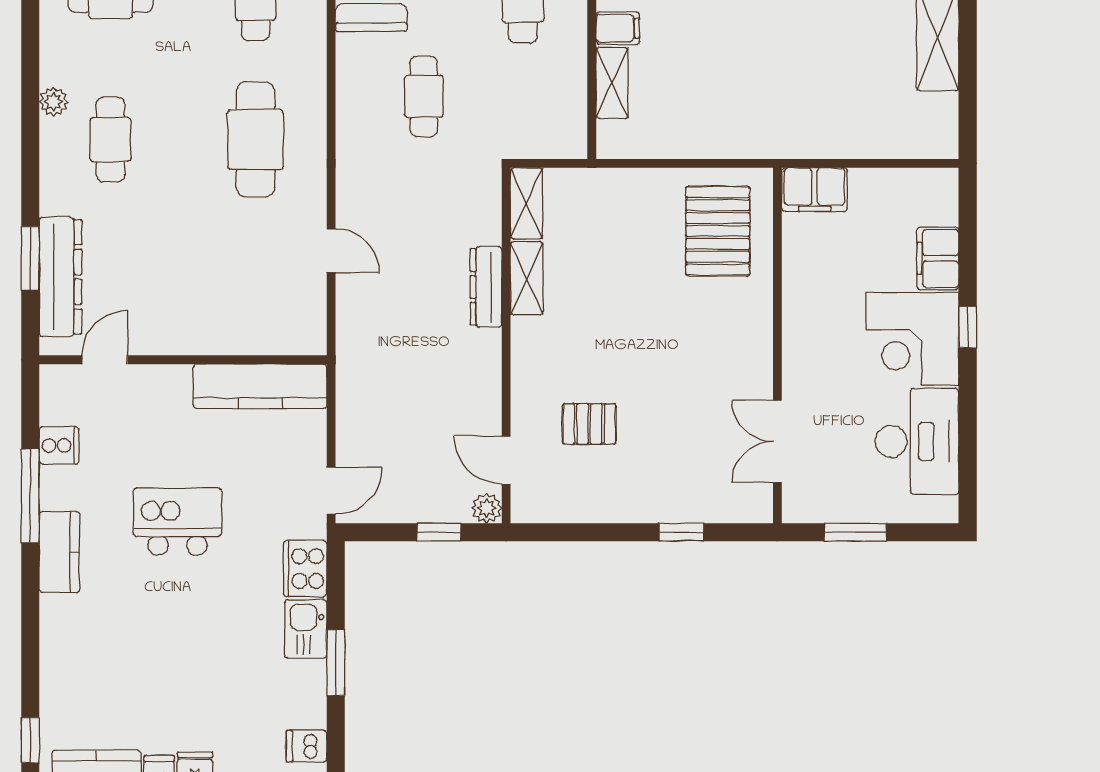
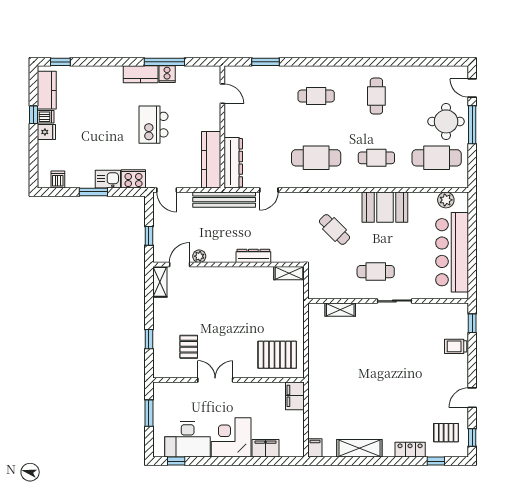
filing cabinet: (618, 28) -> (315, 448), moved, turned 180
cafe table: (424, 96) -> (335, 229), turned 45
plant: (54, 102) -> (332, 72), removed
dresser: (60, 277) -> (233, 163), moved, turned -90
shelving: (527, 278) -> (160, 282), moved, turned 90
window: (968, 327) -> (176, 461), moved
bench: (354, 356) -> (224, 200), added
pallet: (589, 424) -> (189, 347), moved
double door: (777, 441) -> (215, 380), moved
cooker: (59, 446) -> (167, 74), moved
plant: (487, 508) -> (199, 256), moved
kitchen island: (177, 522) -> (153, 125), turned 180

